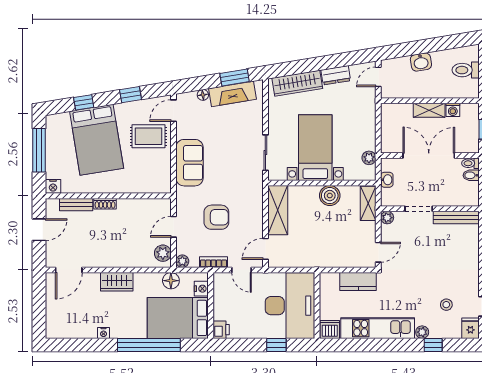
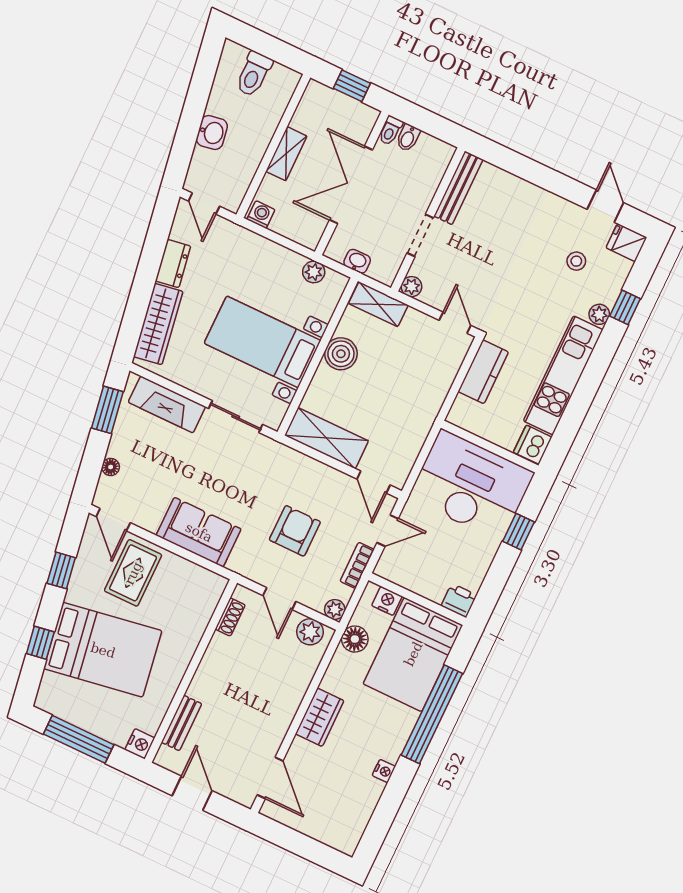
fireplace: (233, 94) -> (167, 405), moved, turned 99
washing machine: (453, 110) -> (261, 215), moved, turned -90
shoe rack: (105, 204) -> (230, 617), moved

